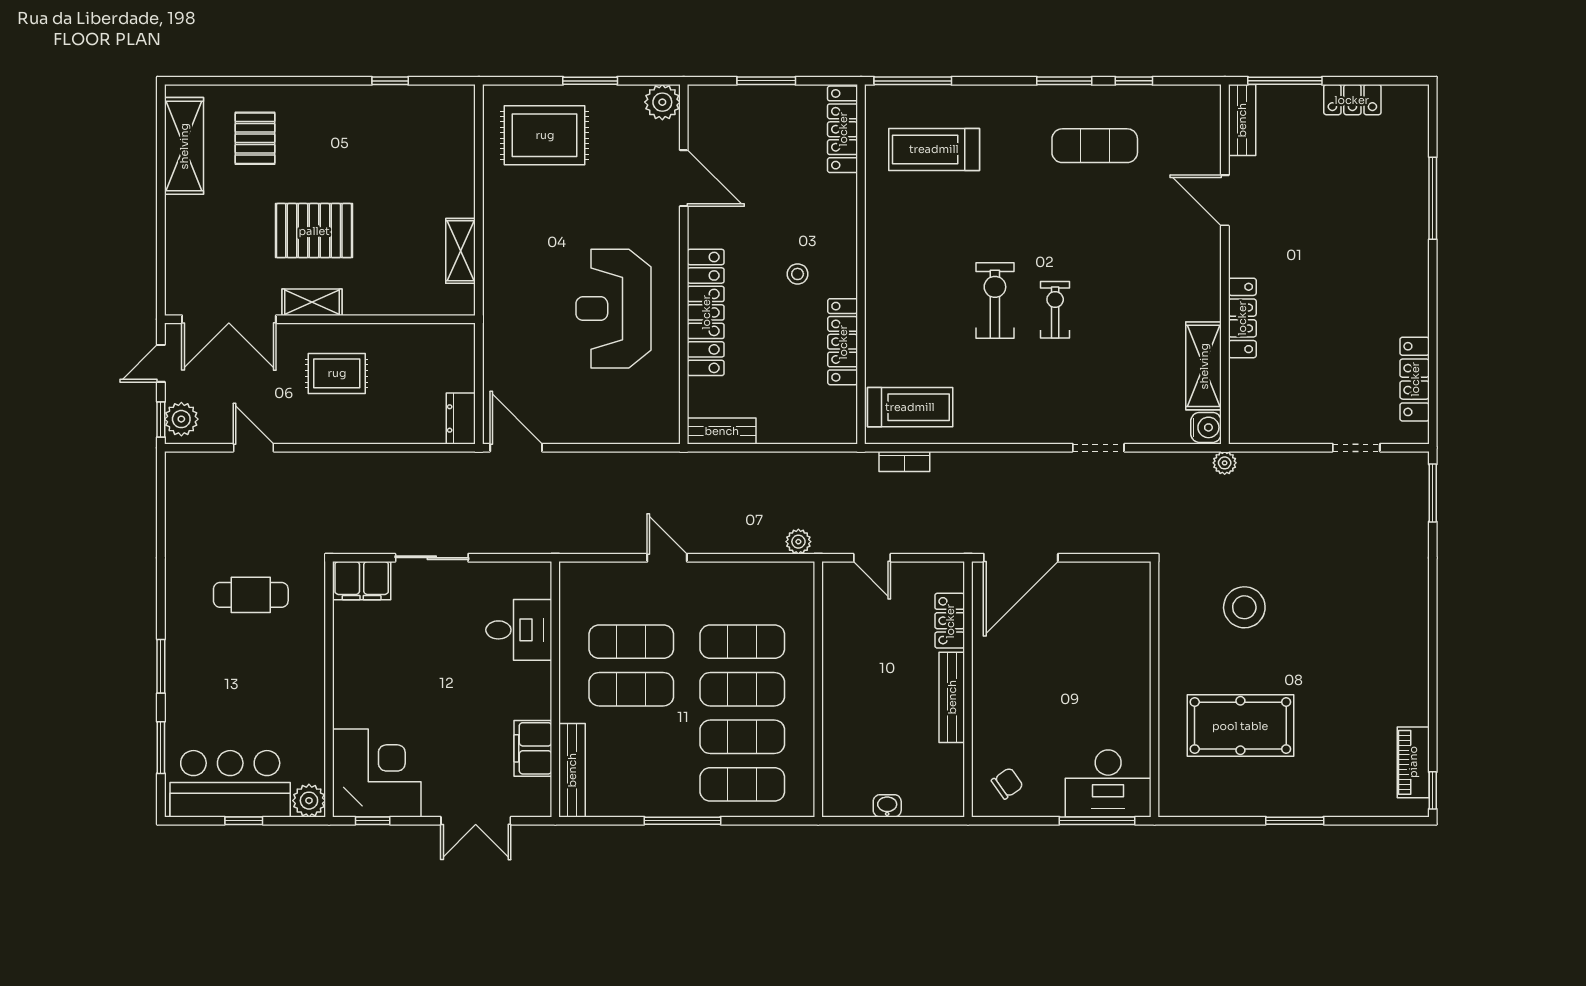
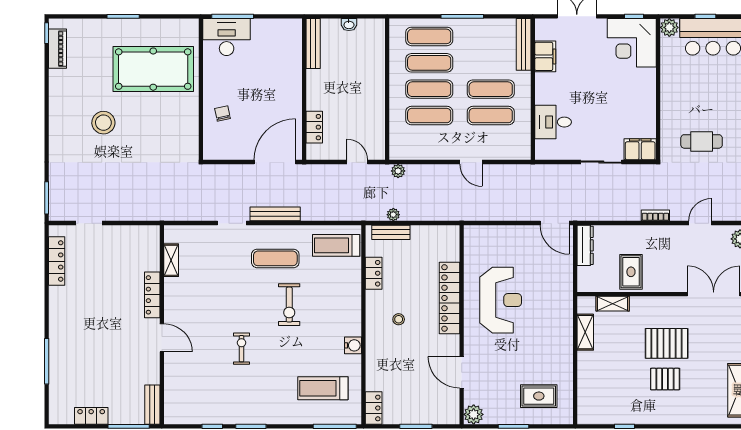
locker: (843, 129) -> (374, 408), width x0.66
rug: (545, 135) -> (539, 396), width x0.73, depth x0.70
pallet: (255, 138) -> (665, 379), moved, turned 90
exercise mat: (1095, 146) -> (275, 258), moved
treadmill: (934, 149) -> (323, 388), turned 180
door: (1225, 200) -> (162, 338), moved
shelving: (312, 302) -> (613, 304), moved
exercise bike: (1055, 310) -> (241, 349), moved, turned 180
locker: (843, 342) -> (374, 273), width x0.66
shelving: (1204, 366) -> (171, 260), width x0.67, depth x0.75
rug: (337, 373) -> (631, 272), moved, turned 90
dresser: (461, 418) -> (585, 245), width x1.44
water cooler: (1206, 427) -> (353, 345), moved, turned 180
bench: (722, 431) -> (391, 232), moved
door: (254, 448) -> (700, 223), swing flipped
bookcase: (904, 461) -> (655, 215), moved
plant: (1225, 463) -> (393, 215), moved
bench: (1021, 464) -> (275, 214), added
stool: (1244, 607) -> (103, 123), moved
bench: (952, 697) -> (313, 43), moved
pool table: (1240, 726) -> (153, 69), width x1.36, depth x1.32
chair: (1007, 783) -> (223, 114), moved, turned 113

